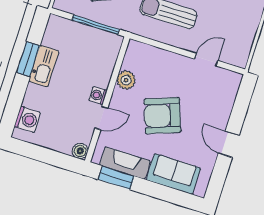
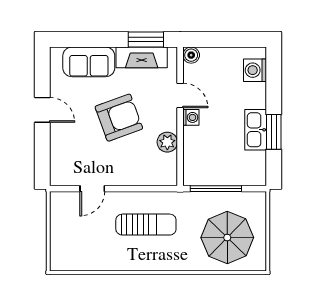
door: (101, 118) -> (180, 95), swing flipped

